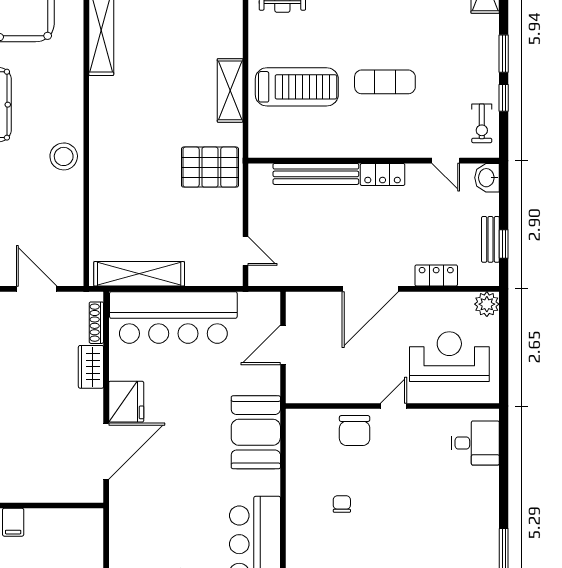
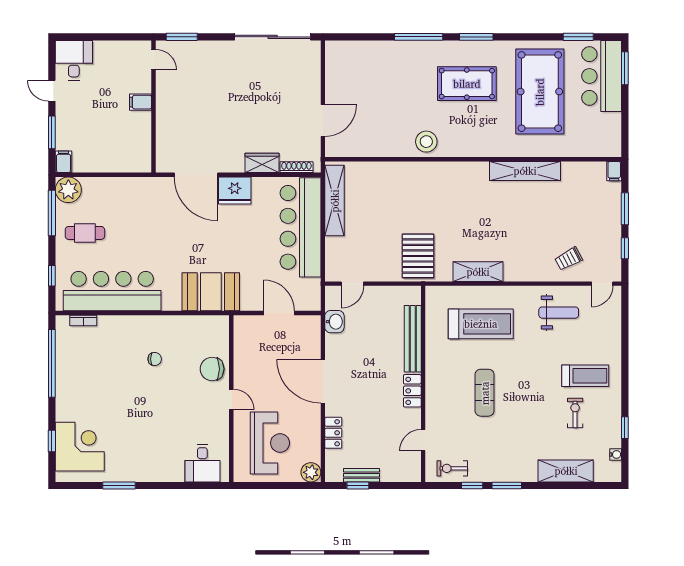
treadmill: (297, 87) -> (481, 324), turned -90
washbasin: (487, 178) -> (334, 322), moved, turned 90

